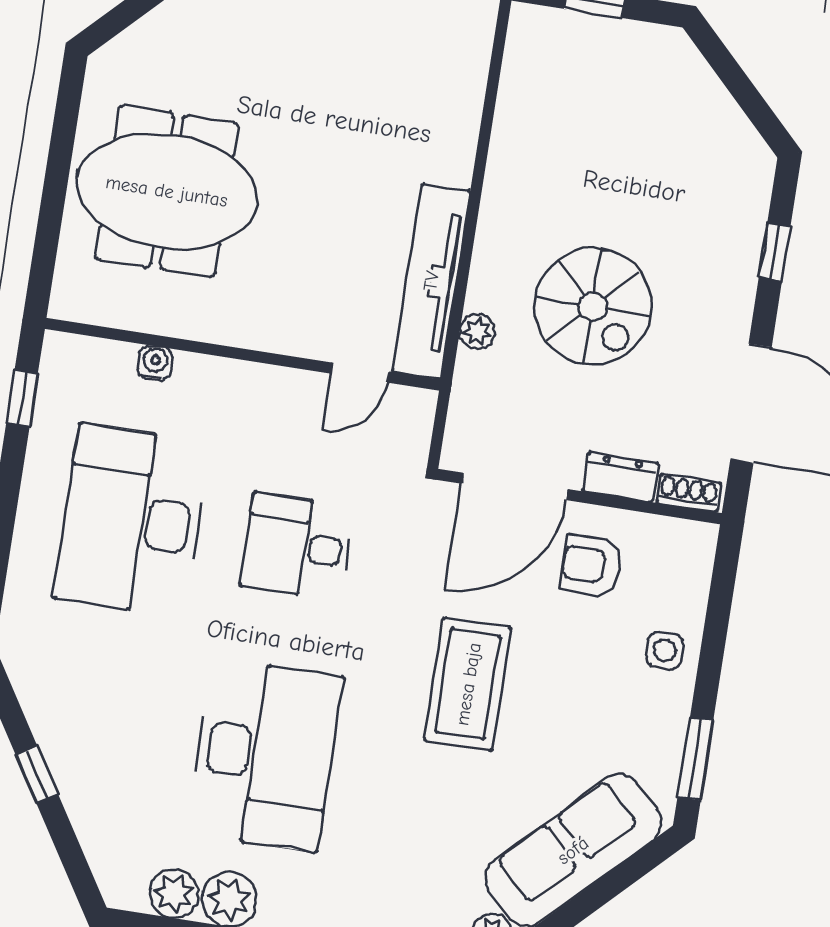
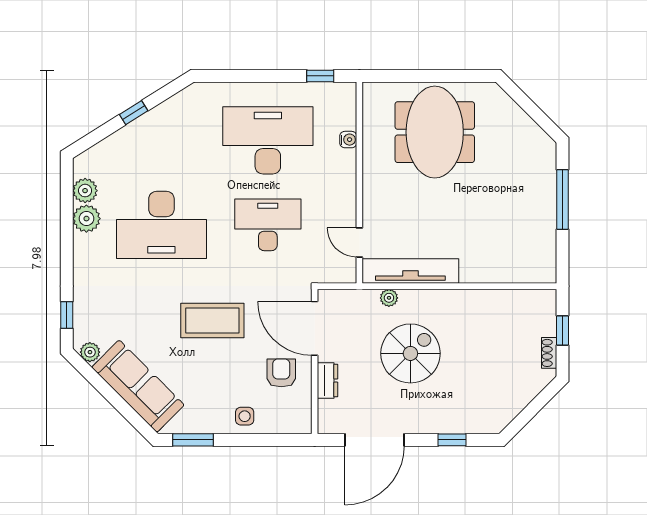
spiral stairs: (593, 307) -> (410, 353), turned 180
shoe rack: (689, 493) -> (549, 353), moved, turned 180
desk: (297, 546) -> (268, 225), width x1.37

